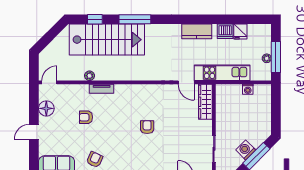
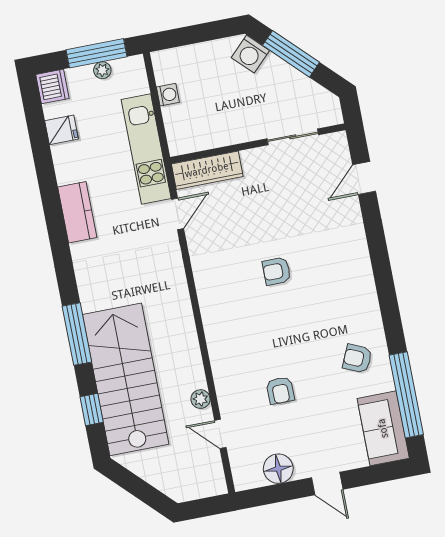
dishwasher: (225, 31) -> (52, 86), moved
door: (49, 82) -> (220, 434), moved
tv unit: (102, 89) -> (221, 371), removed
washing machine: (246, 150) -> (250, 54), moved

